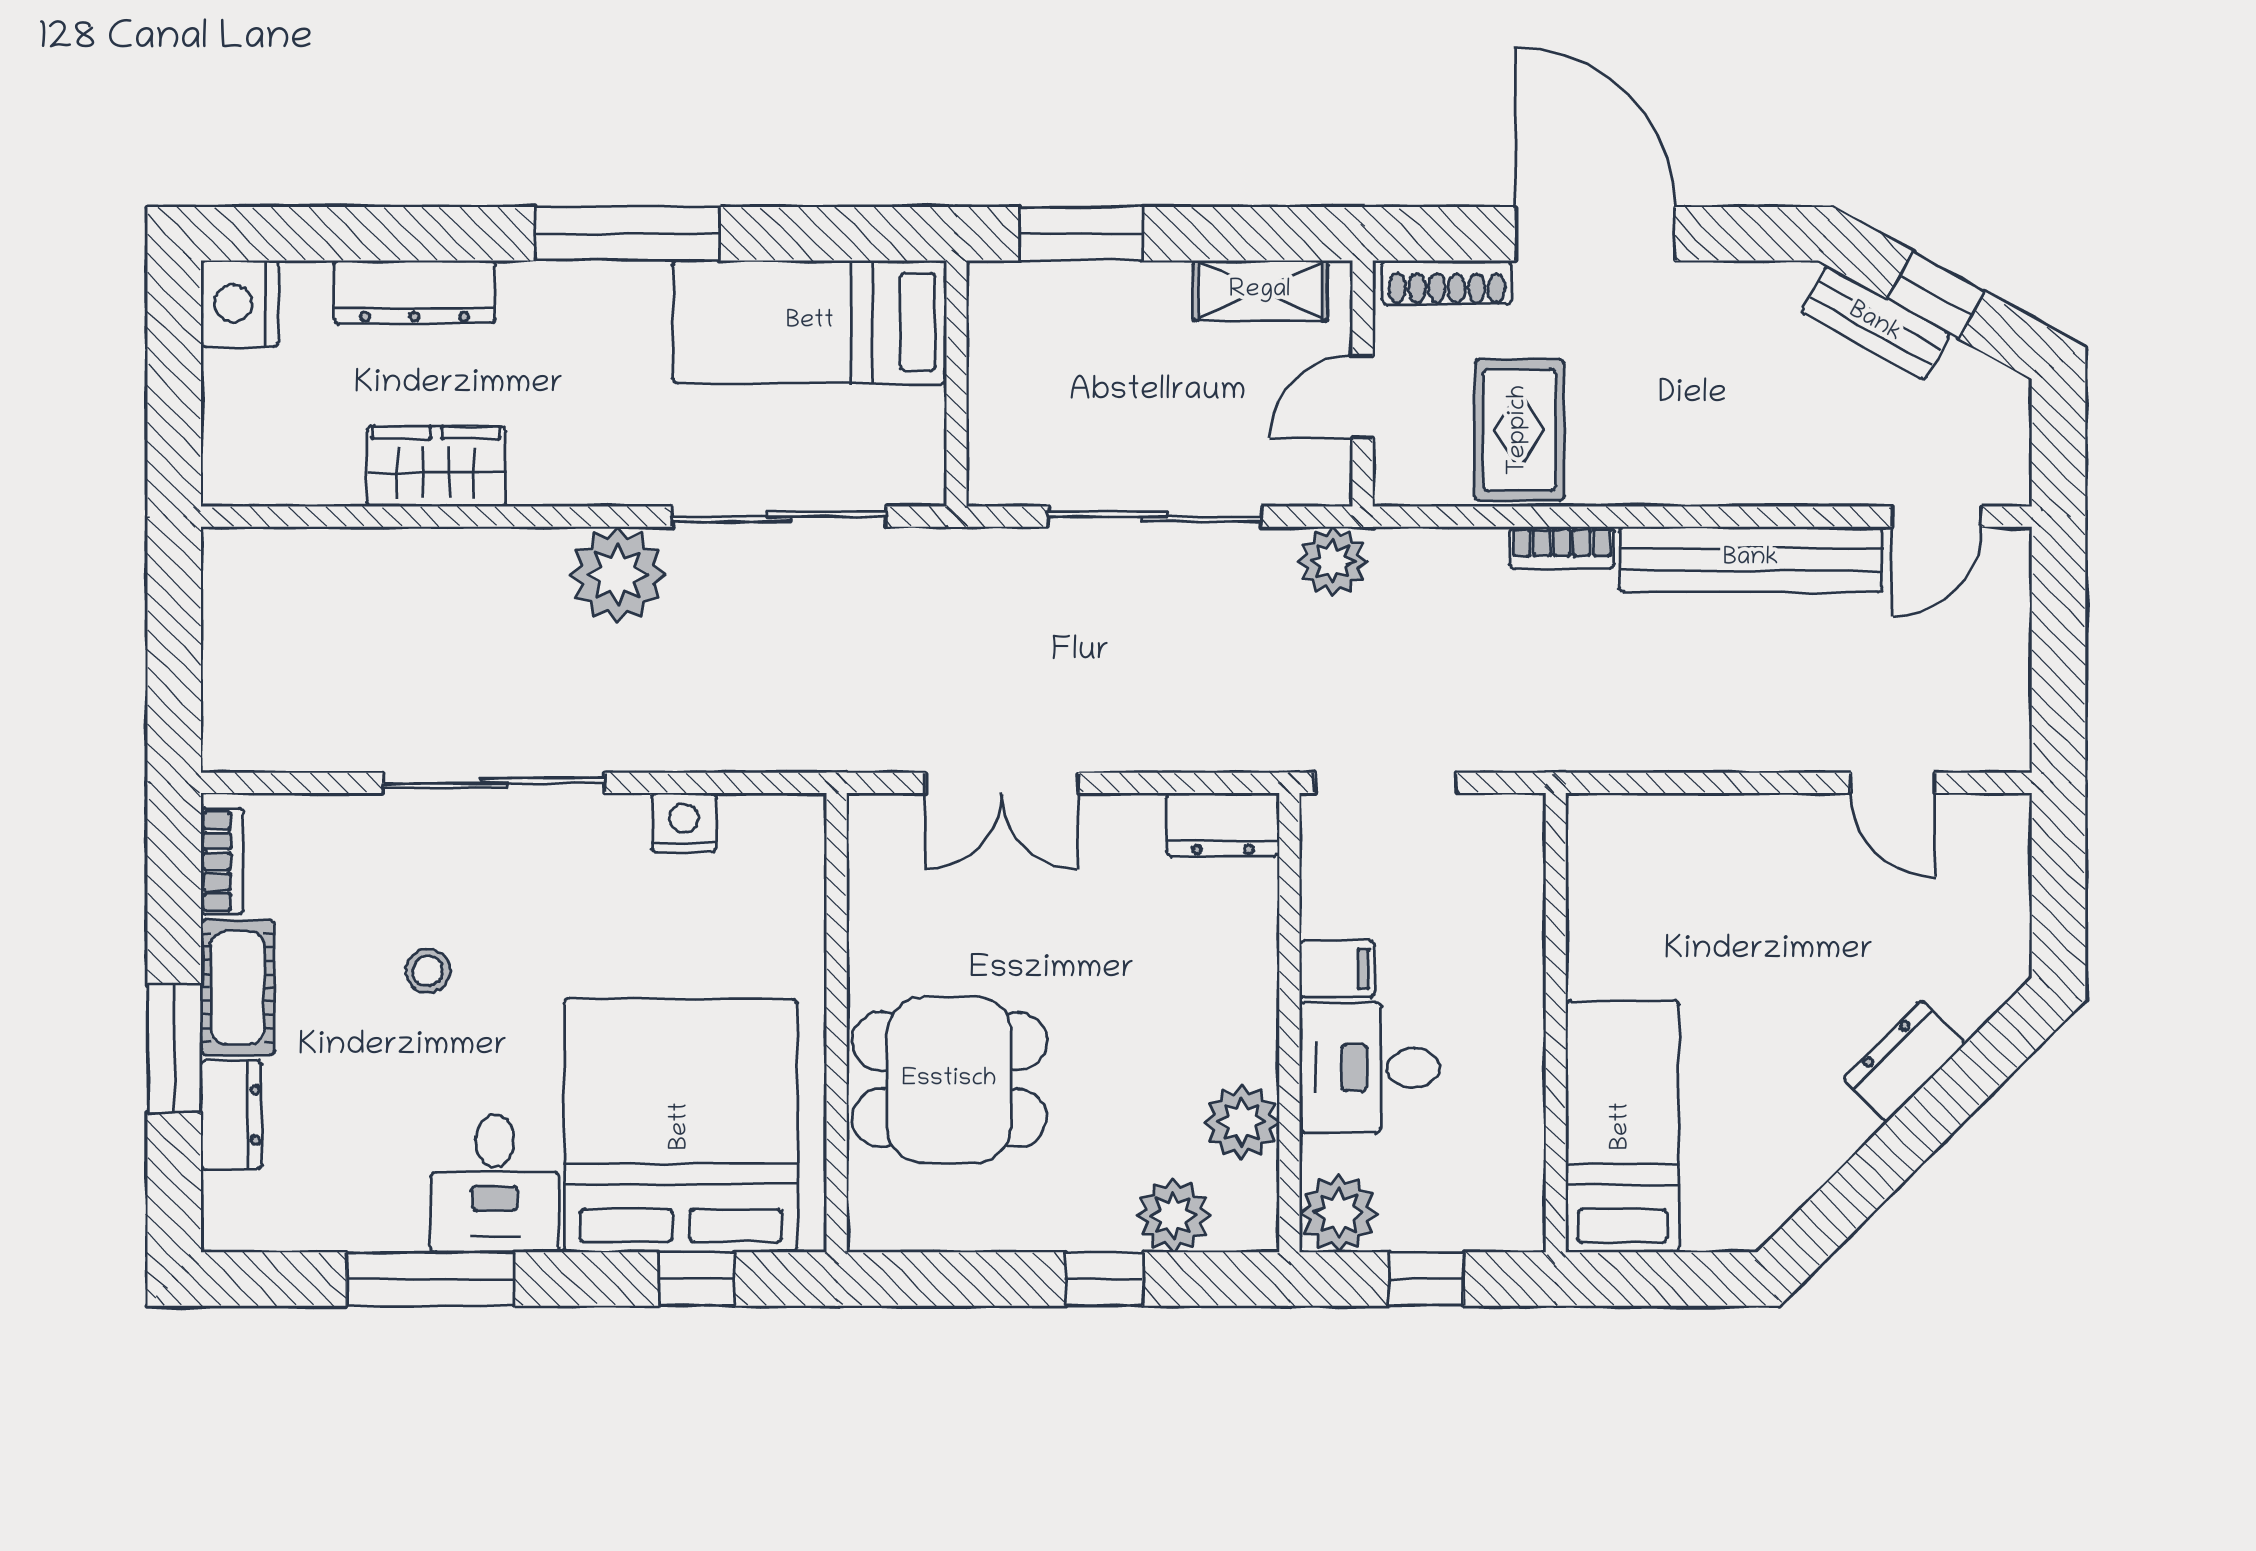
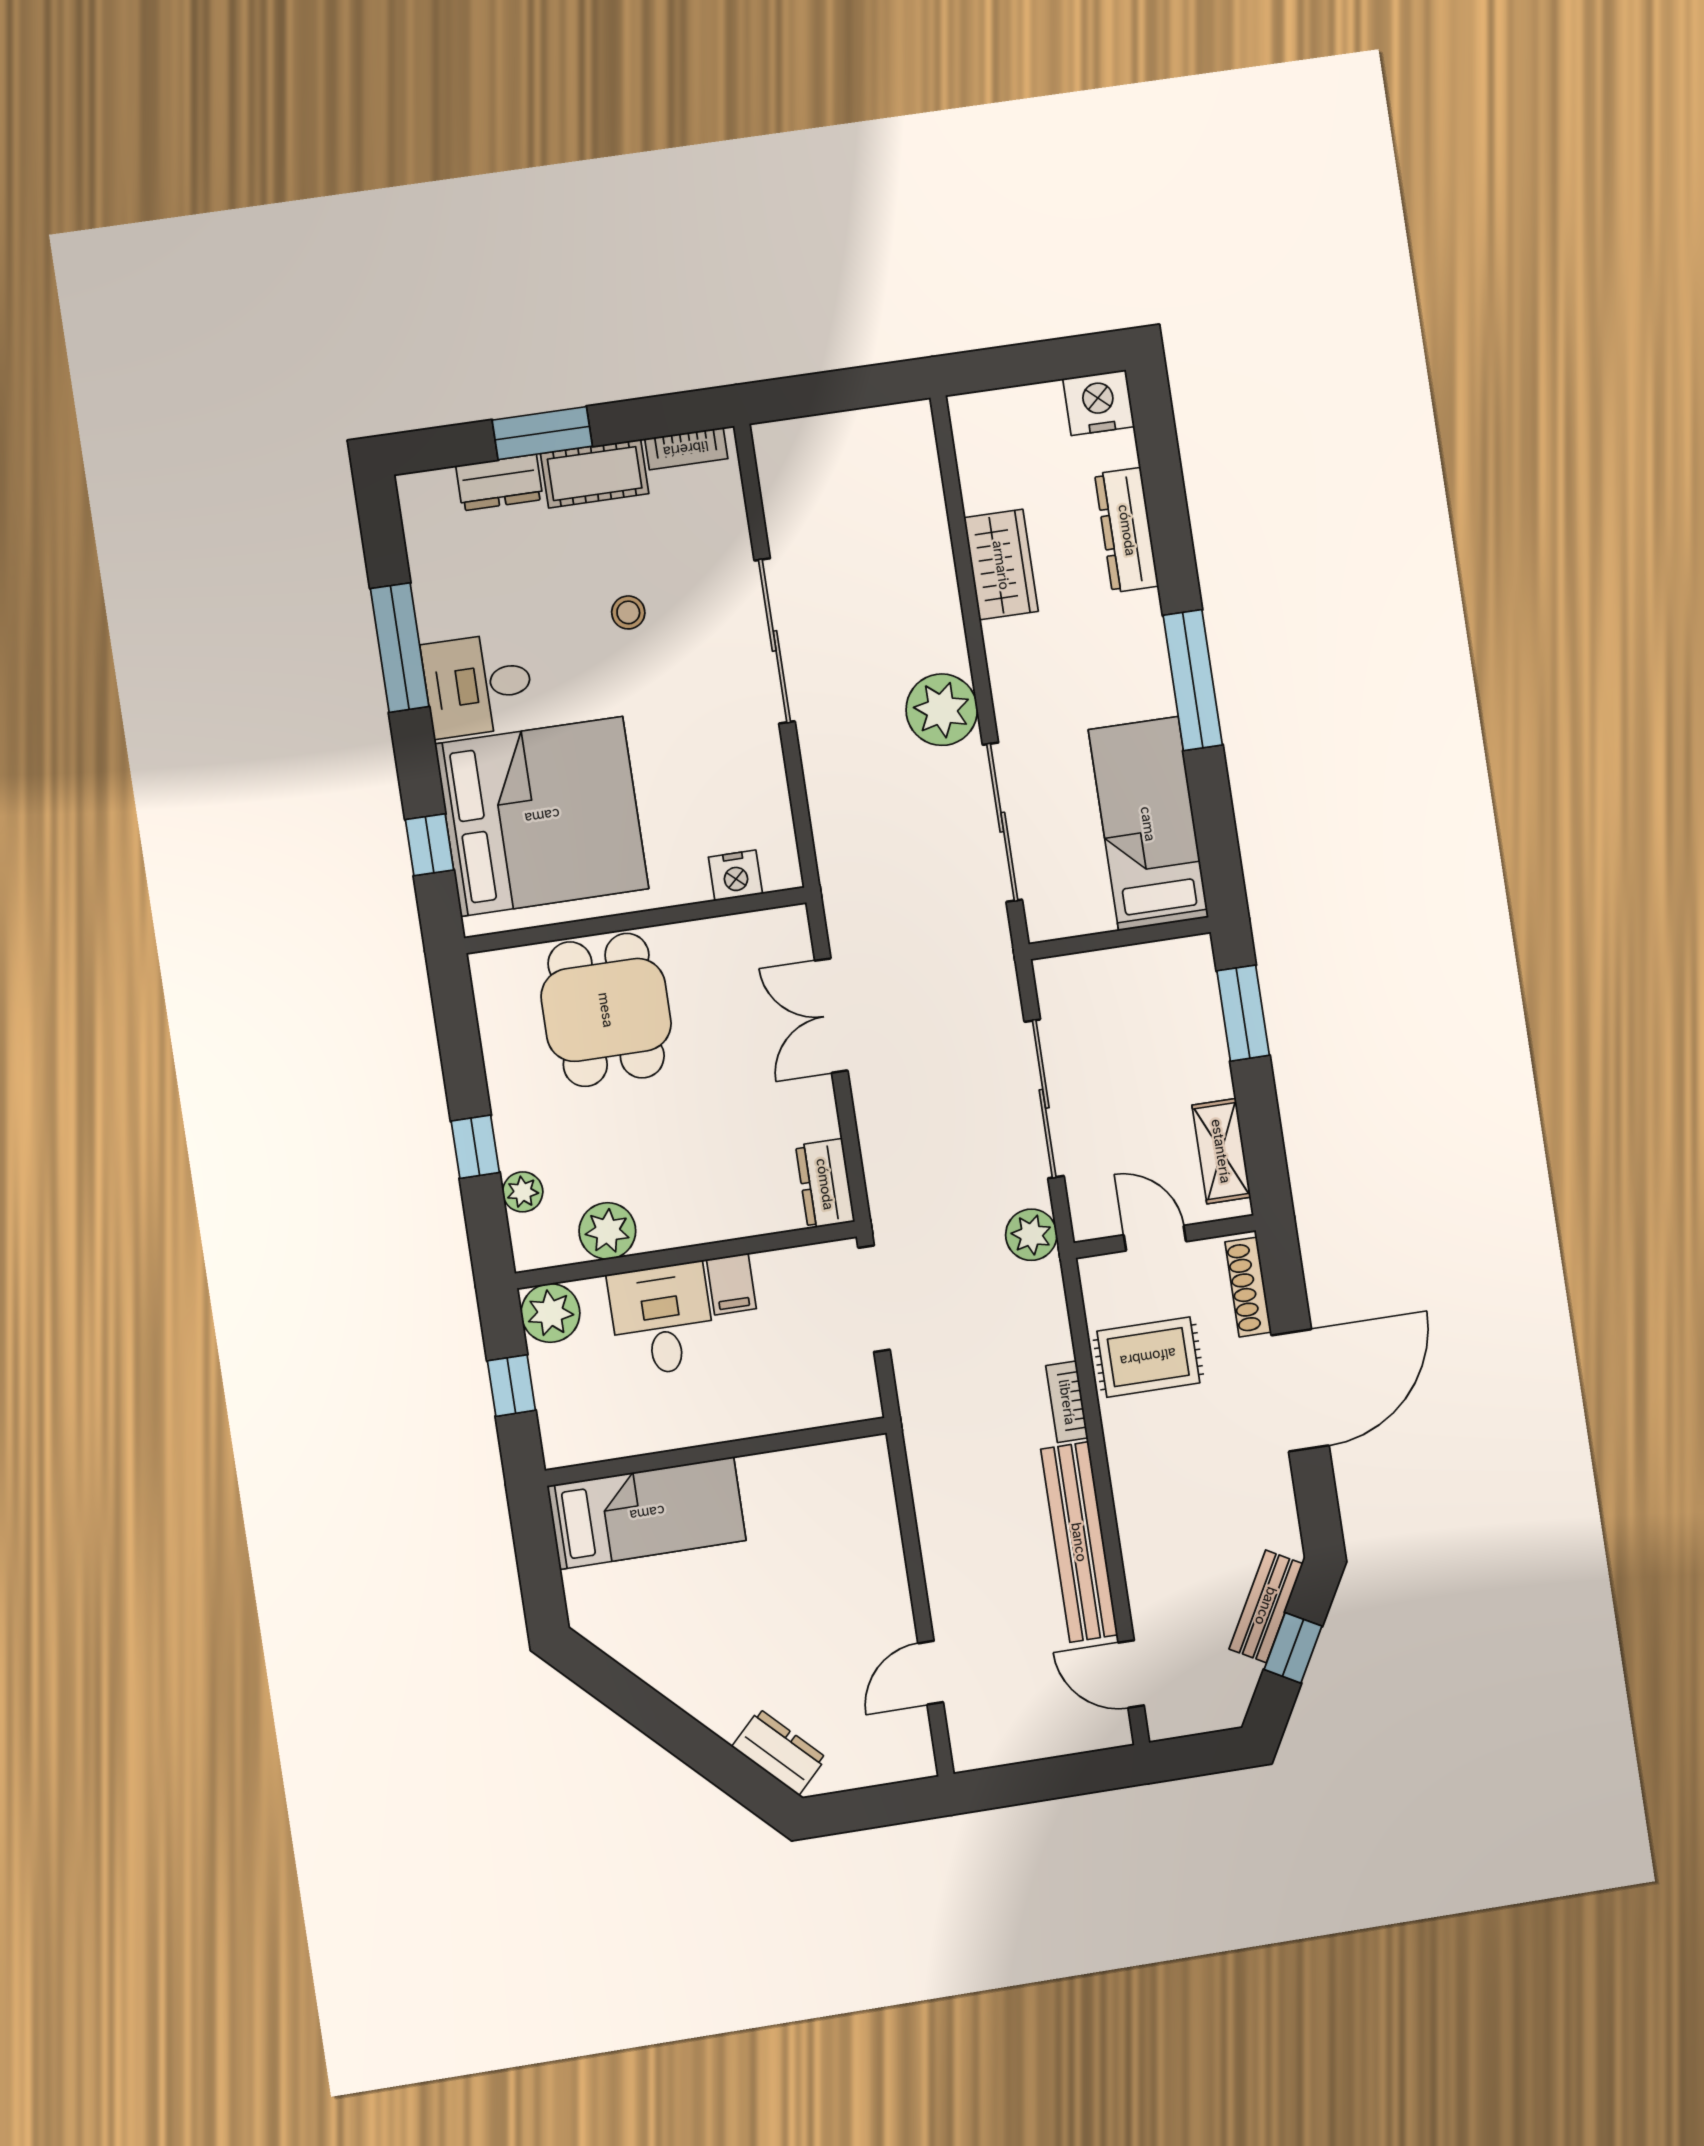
nightstand: (684, 823) -> (735, 875), moved, turned 90
dresser: (1904, 1061) -> (779, 1752), moved
plant: (1173, 1216) -> (523, 1192), width x0.73, depth x0.73

